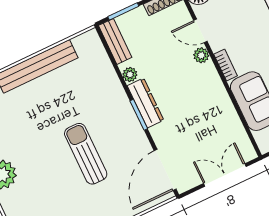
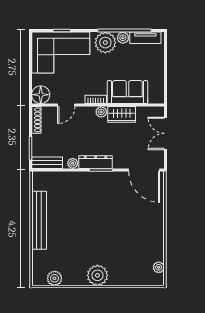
plant: (201, 55) -> (101, 112), moved
wardrobe: (222, 107) -> (122, 114), added
sun lounger: (86, 154) -> (110, 216), removed

